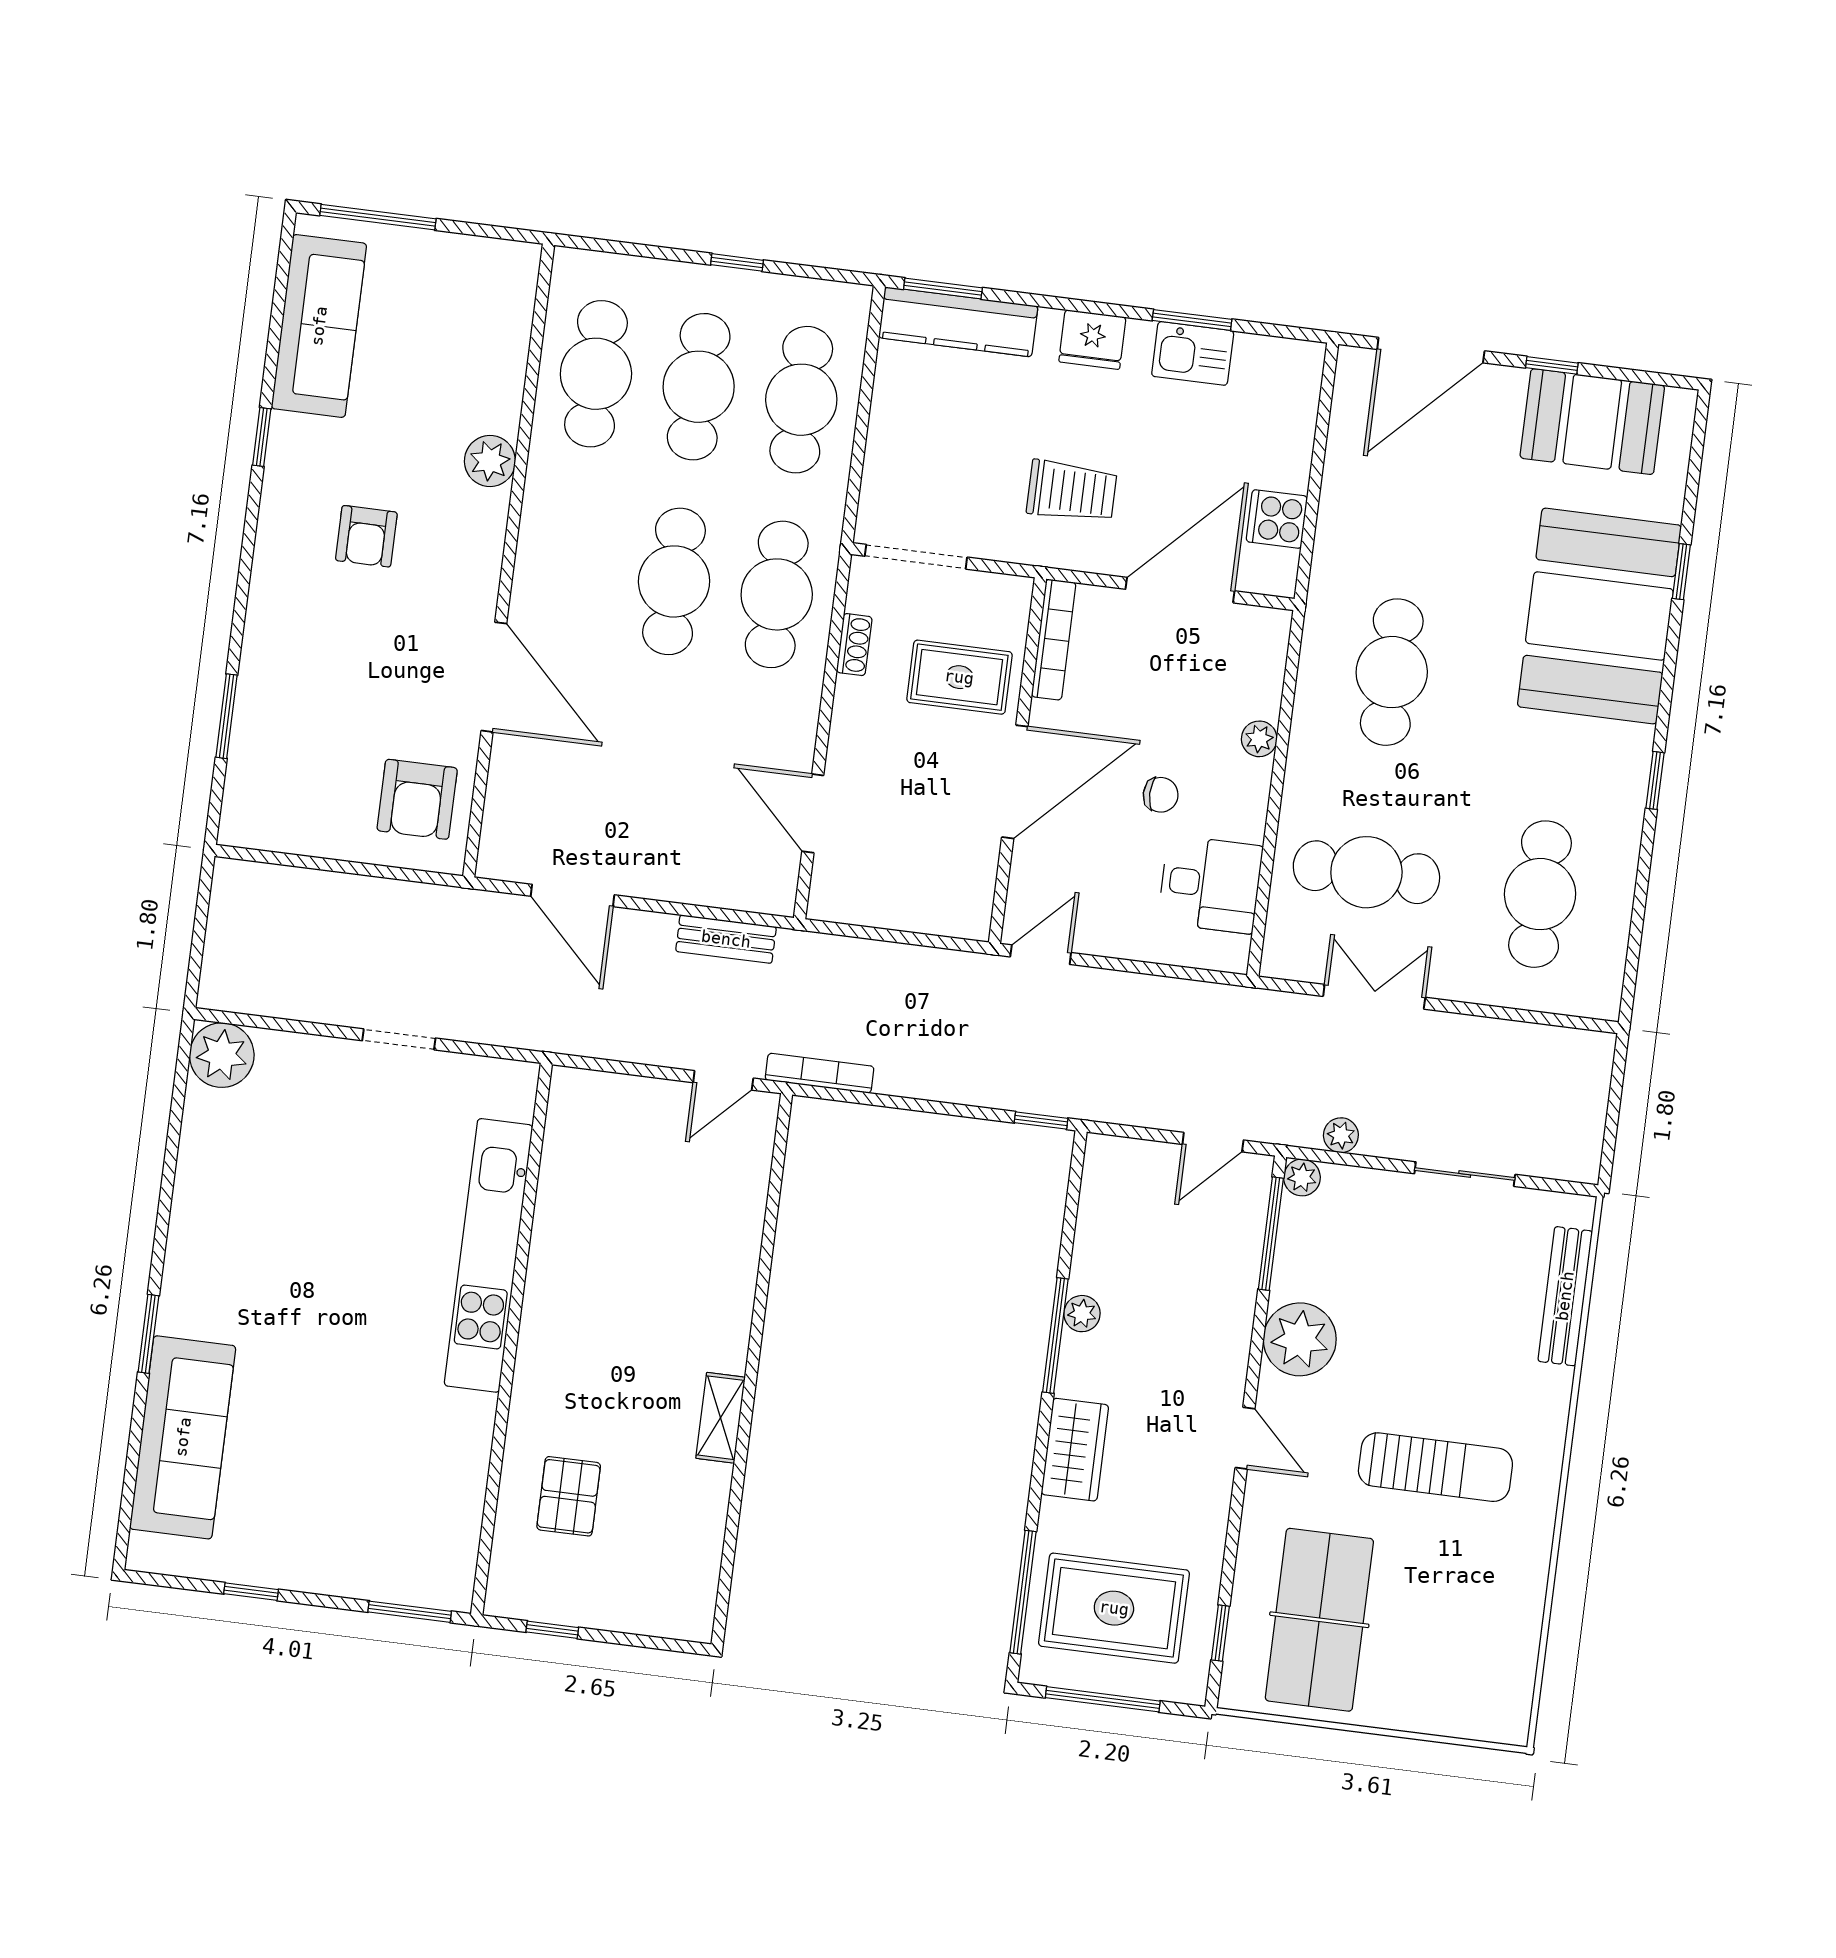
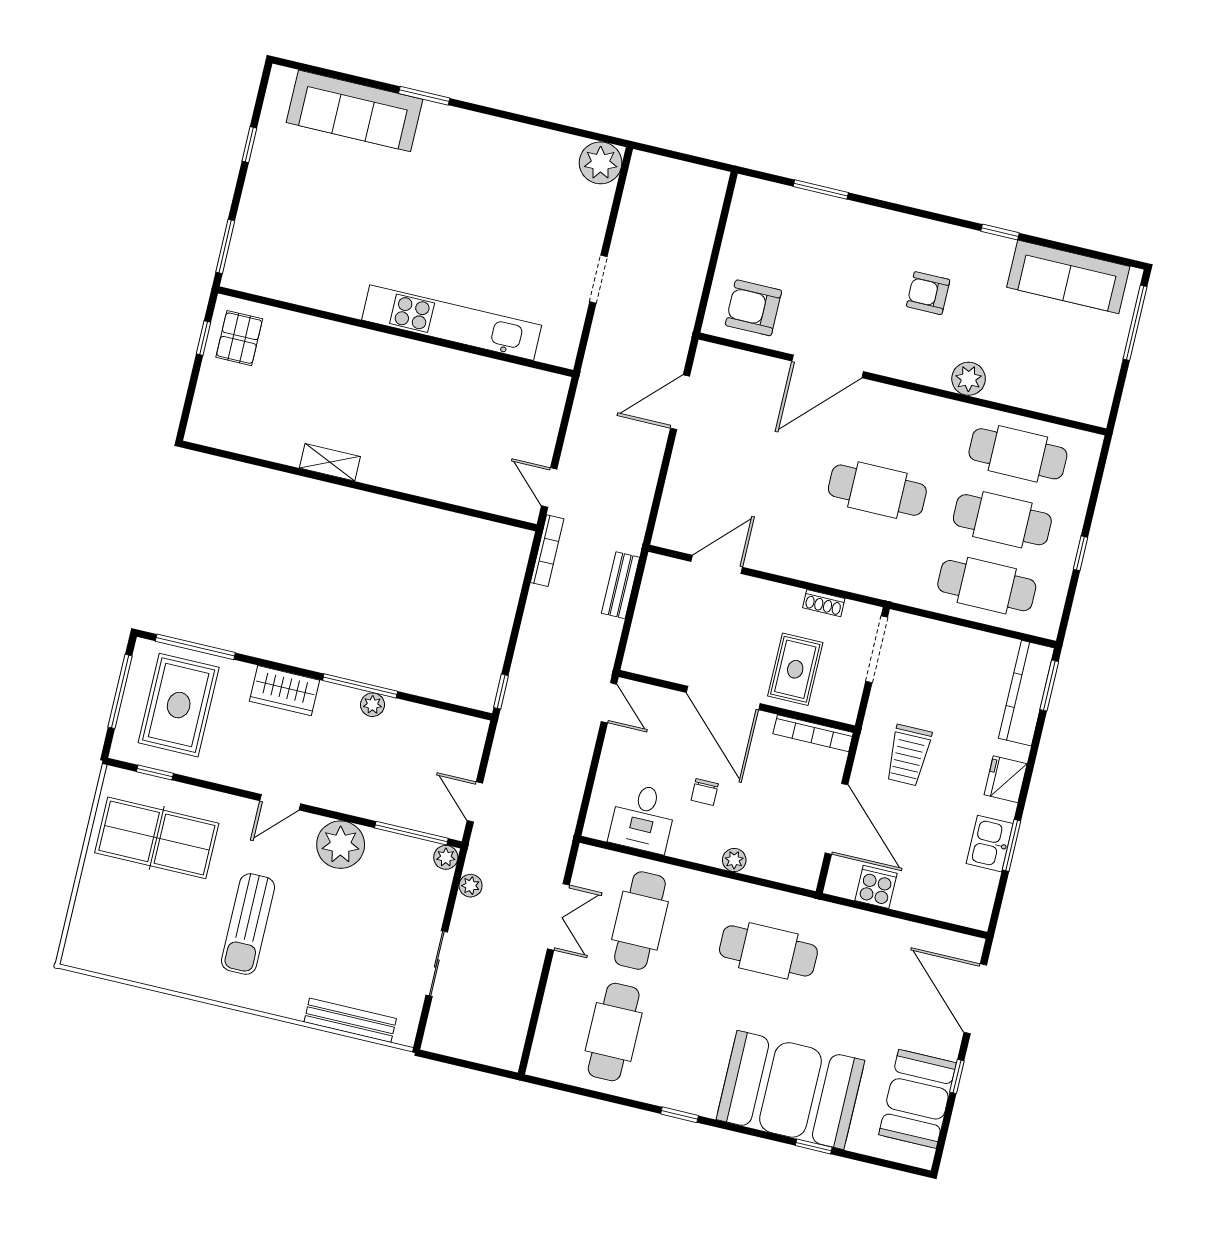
cafe table: (777, 594) -> (862, 556), removed
cafe table: (1540, 894) -> (614, 1032), turned 90
bench: (726, 939) -> (621, 585), moved
pallet: (569, 1496) -> (239, 338), moved, turned 90

